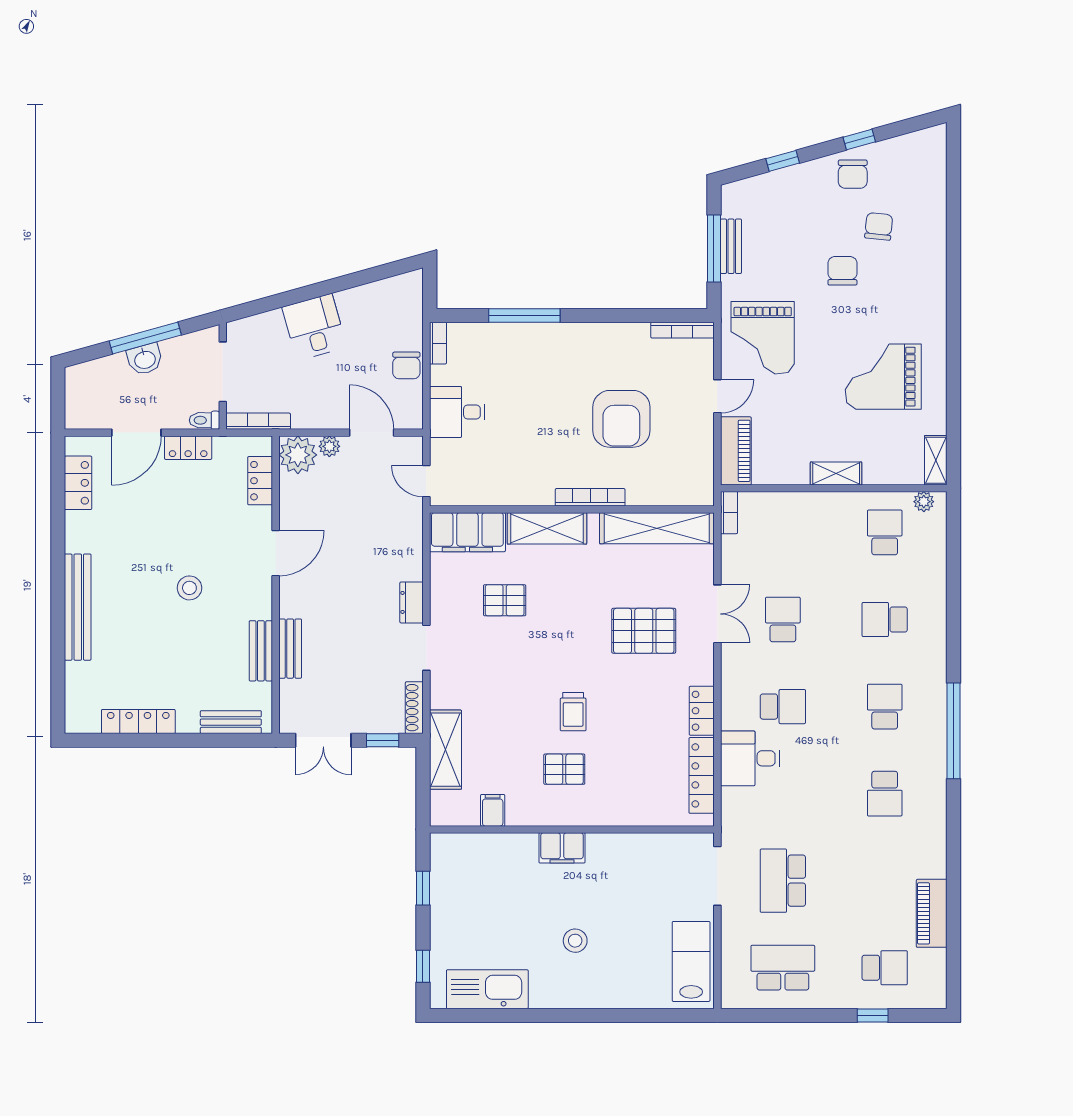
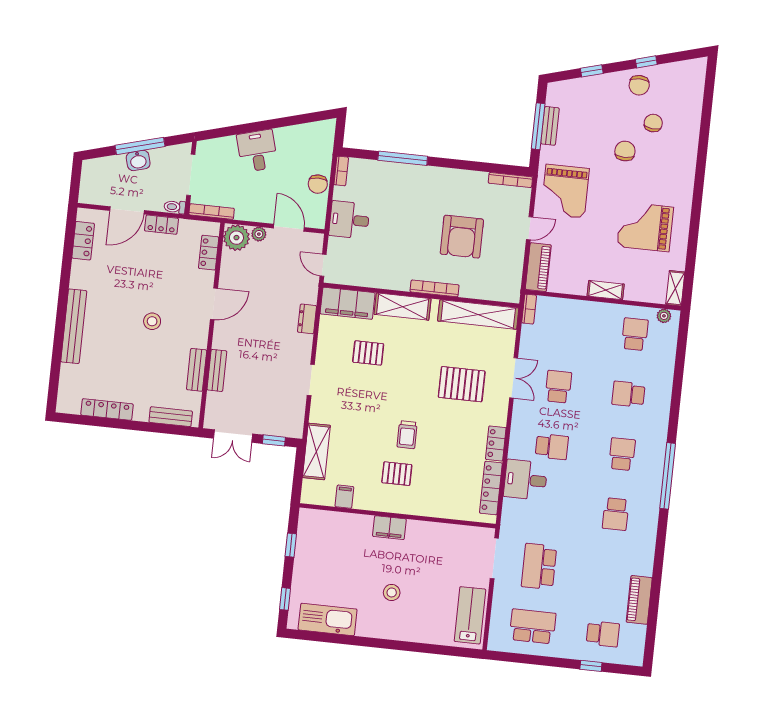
dresser: (412, 602) -> (307, 319), moved
shoe rack: (414, 708) -> (298, 420), removed

